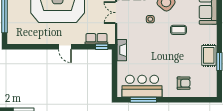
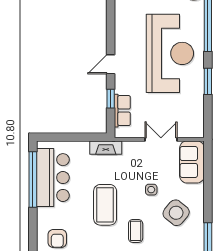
window: (102, 47) -> (111, 99), moved
coffee table: (161, 51) -> (105, 205), added
window: (143, 100) -> (33, 180), width x1.46

